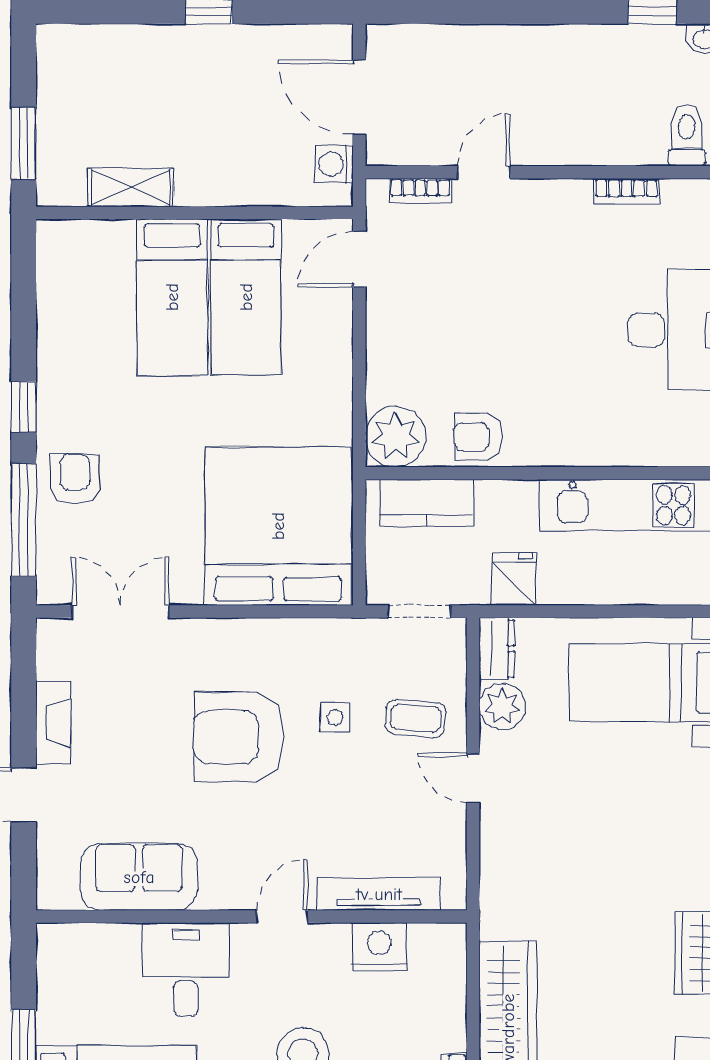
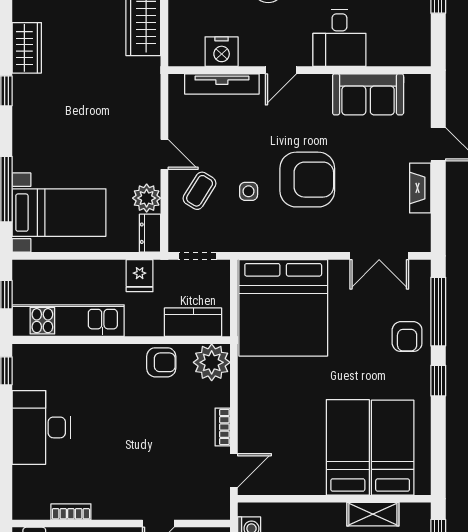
bookcase: (420, 191) -> (223, 427), moved, turned -90
bed: (246, 297) -> (393, 448), moved
coffee table: (416, 718) -> (200, 191), turned -63

